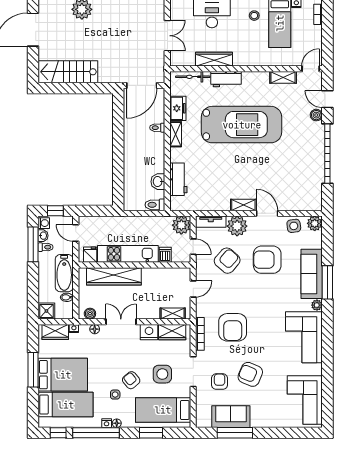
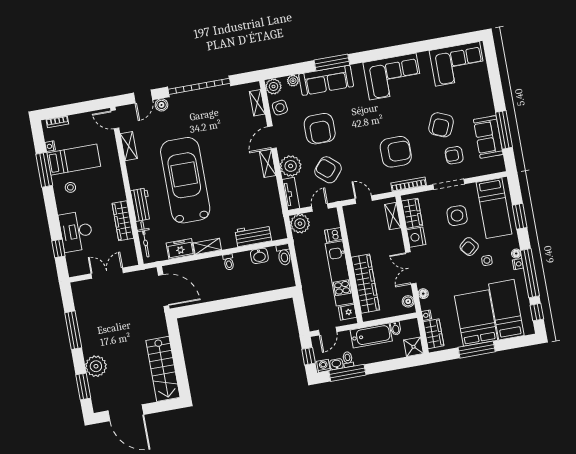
toilet: (157, 128) -> (229, 262), moved
shelving: (302, 205) -> (257, 103), added
plant: (317, 305) -> (293, 81), moved

